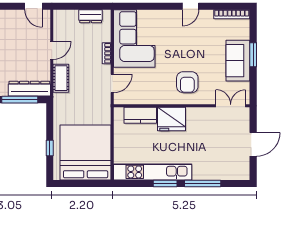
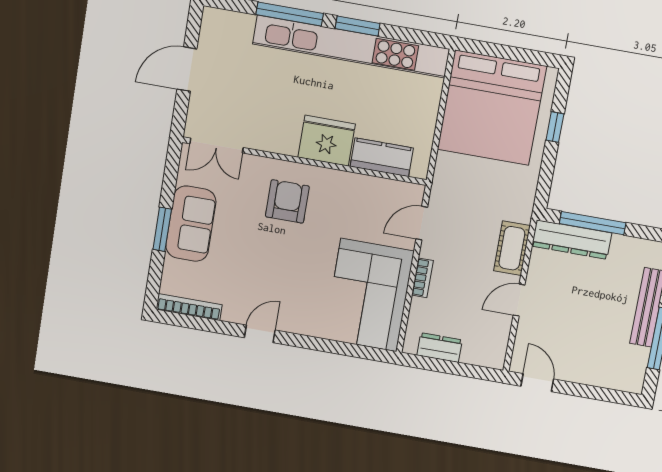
kitchen unit: (153, 172) -> (351, 46), width x1.36

